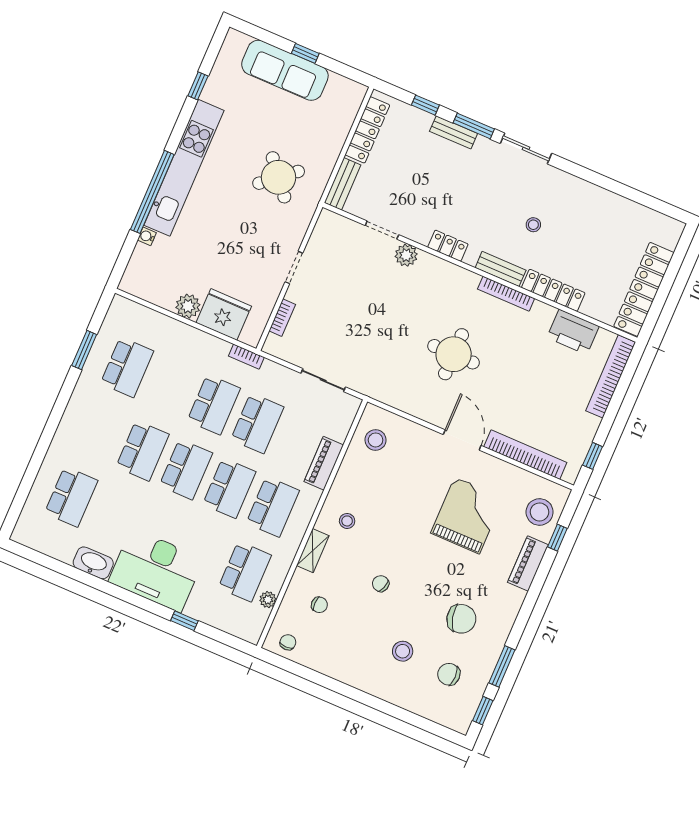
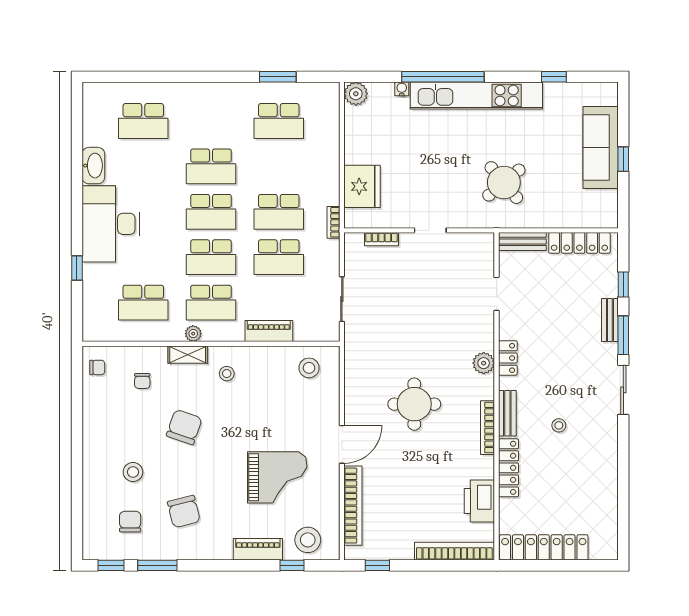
plant: (406, 255) -> (484, 363), moved
plant: (188, 306) -> (356, 94), moved
chair: (381, 584) -> (184, 427), width x1.87, depth x1.87
plant: (268, 600) -> (193, 334), moved

